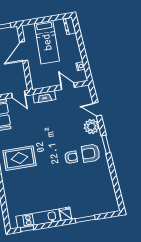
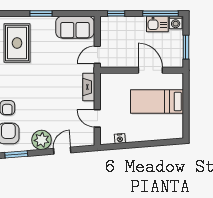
dresser: (70, 26) -> (172, 133), removed
door: (68, 86) -> (97, 118), swing flipped

